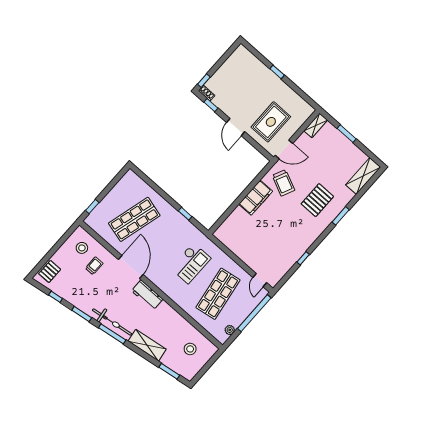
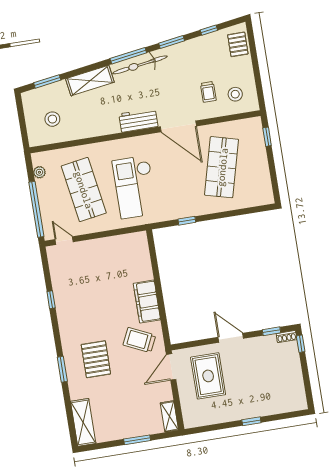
checkout: (191, 263) -> (135, 187), width x1.36, depth x1.21

